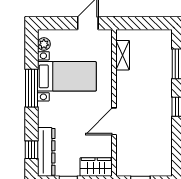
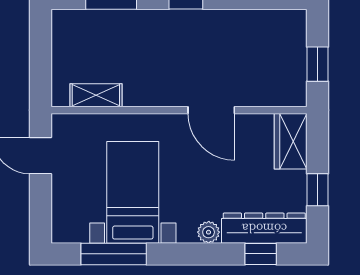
plant: (44, 44) -> (209, 232), moved
window: (31, 88) -> (114, 254), moved

